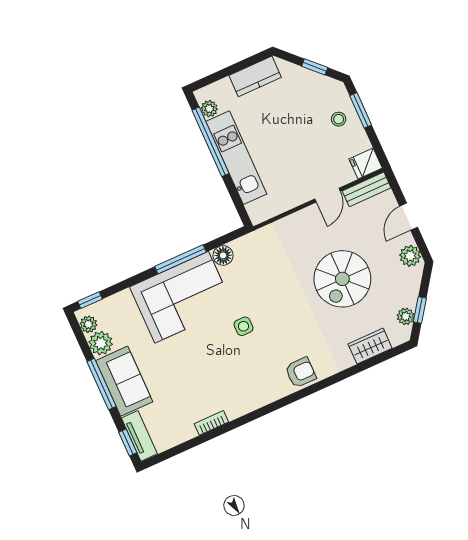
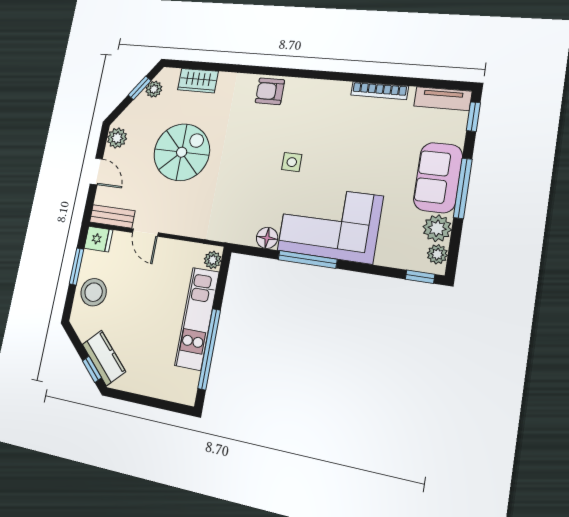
window: (315, 67) -> (92, 369), moved
kitchen counter: (255, 76) -> (104, 358), moved, turned 45
plant: (209, 109) -> (213, 260), moved
window: (361, 110) -> (77, 266), moved
stool: (339, 119) -> (94, 292), width x1.89, depth x1.89
door: (328, 195) -> (145, 233), swing flipped
door: (409, 217) -> (96, 172), hinge flipped
bookcase: (211, 423) -> (379, 91), width x1.56
tv unit: (139, 436) -> (443, 99), moved, turned -90

